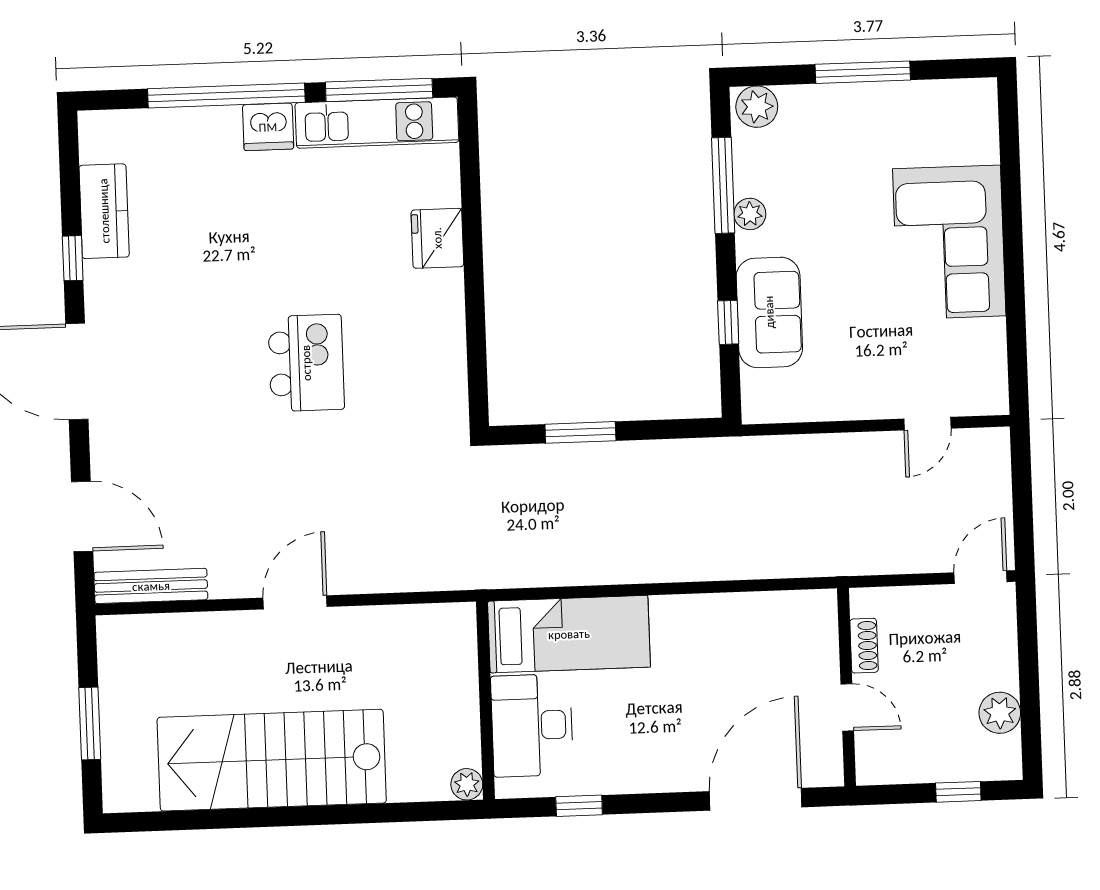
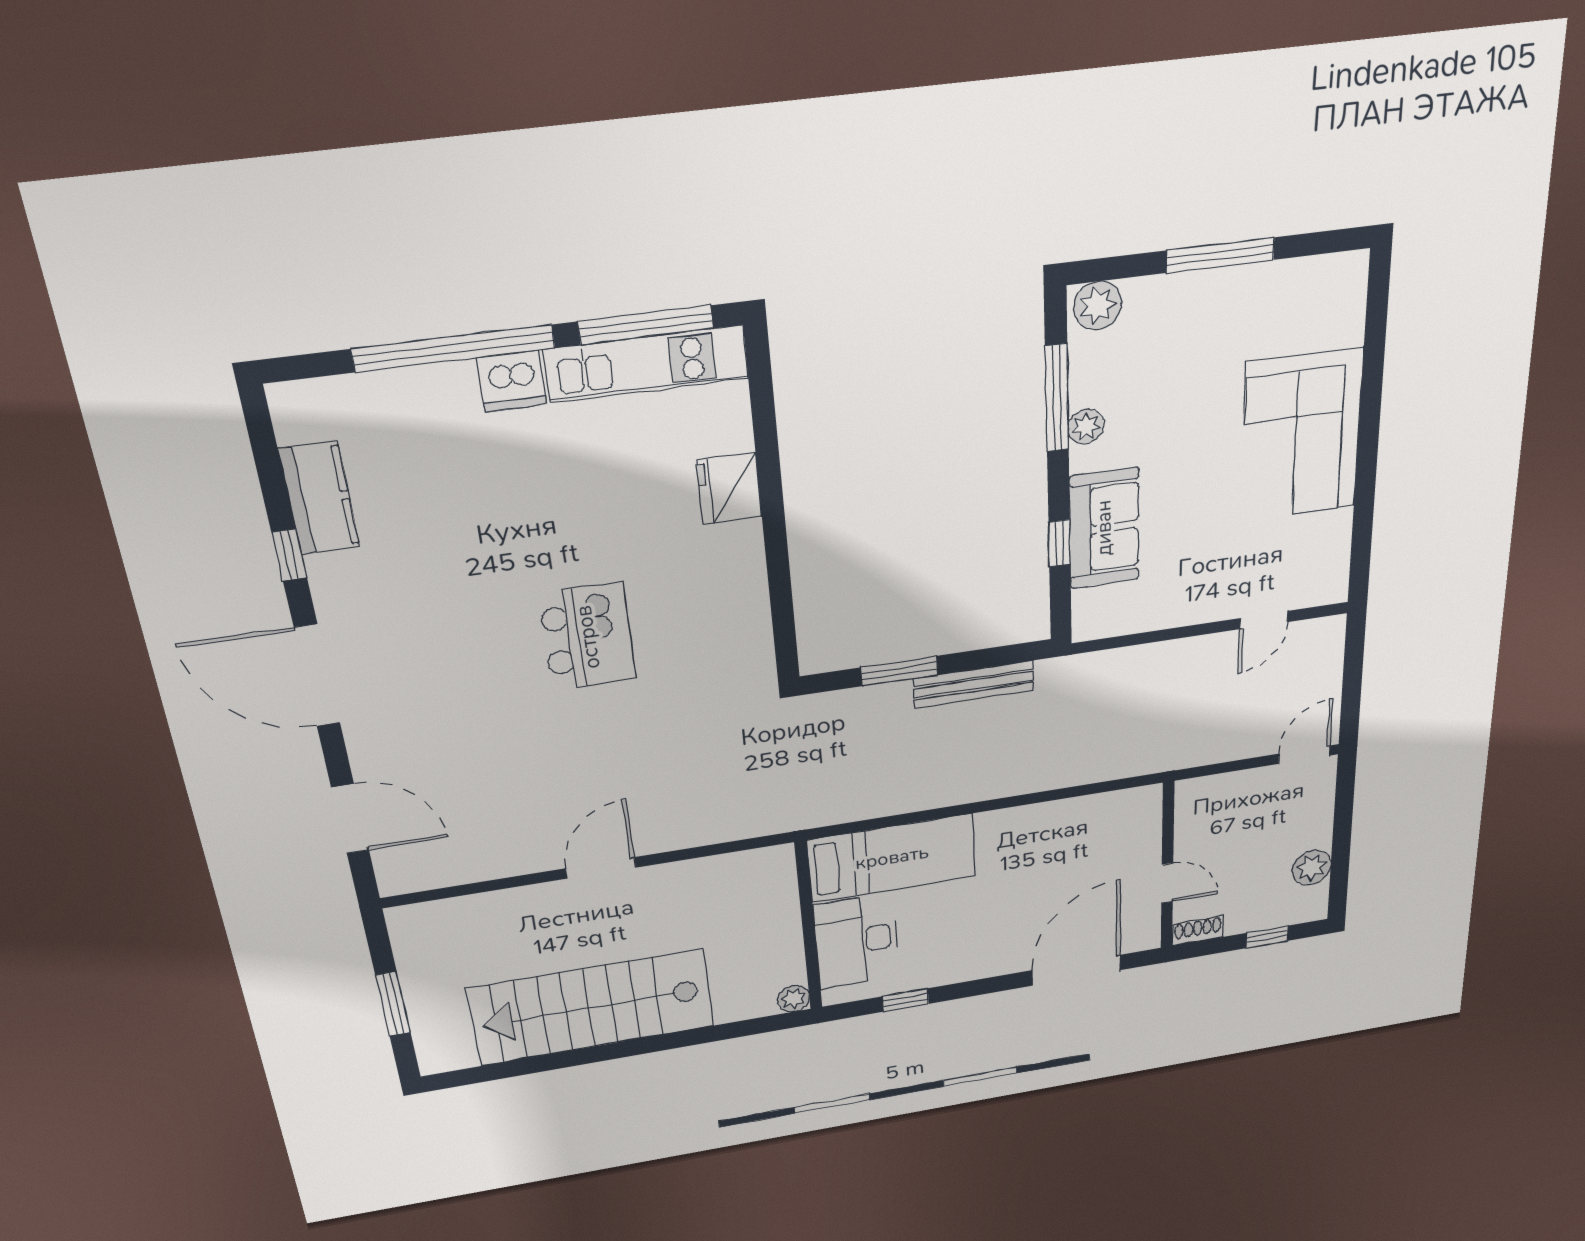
bench: (151, 586) -> (974, 684), moved
shoe rack: (864, 646) -> (1198, 931), moved, turned -90

